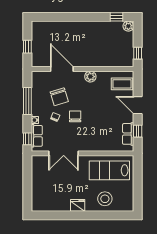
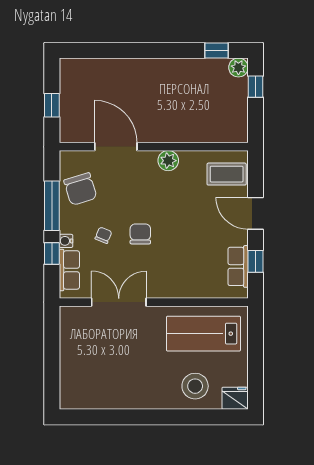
window: (138, 53) -> (255, 87), moved
chair: (59, 97) -> (80, 189), moved
window: (27, 139) -> (52, 254), moved
double door: (64, 153) -> (119, 302), swing flipped
fridge: (78, 205) -> (235, 398), moved

